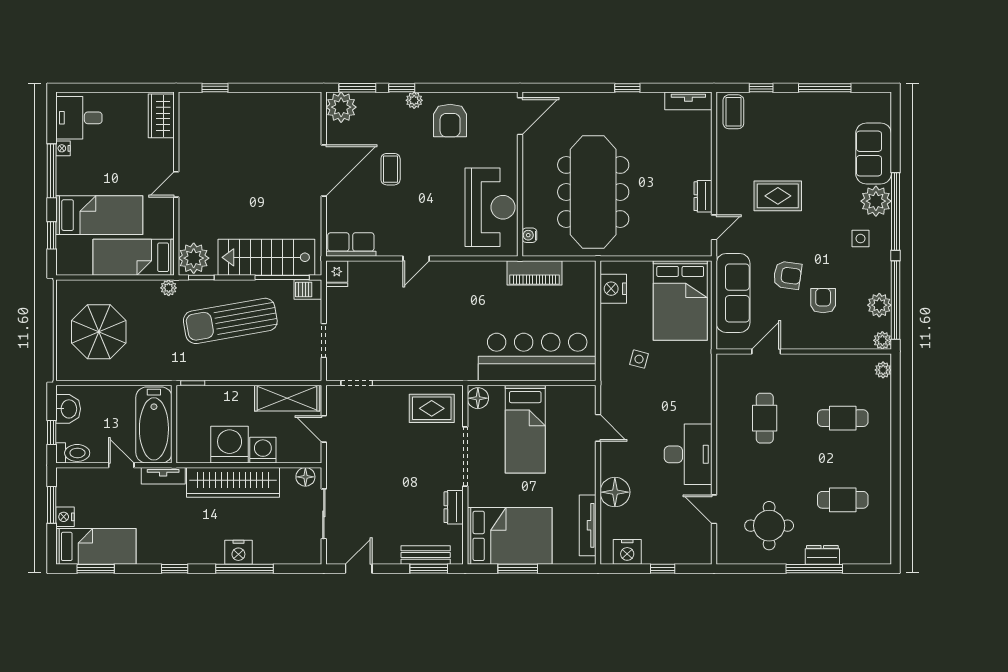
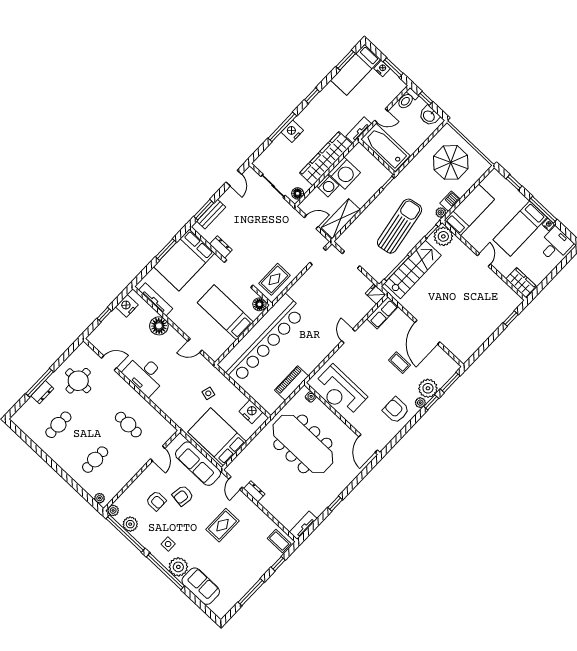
plant: (341, 107) -> (428, 388), moved
bed: (99, 215) -> (520, 229), moved
barbecue: (308, 290) -> (450, 201), moved
bar counter: (537, 357) -> (262, 339), width x1.36

